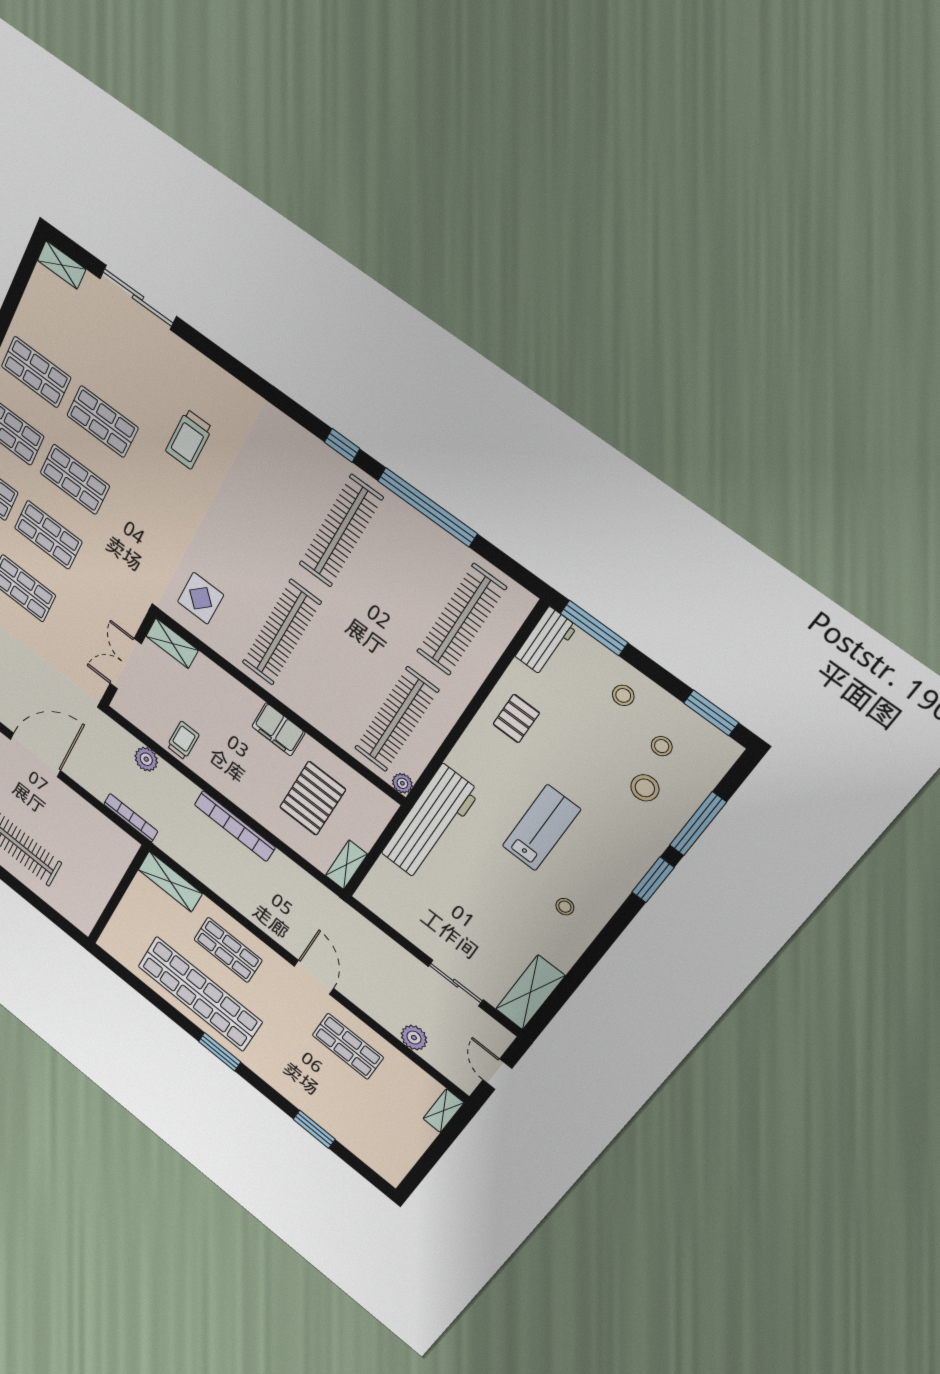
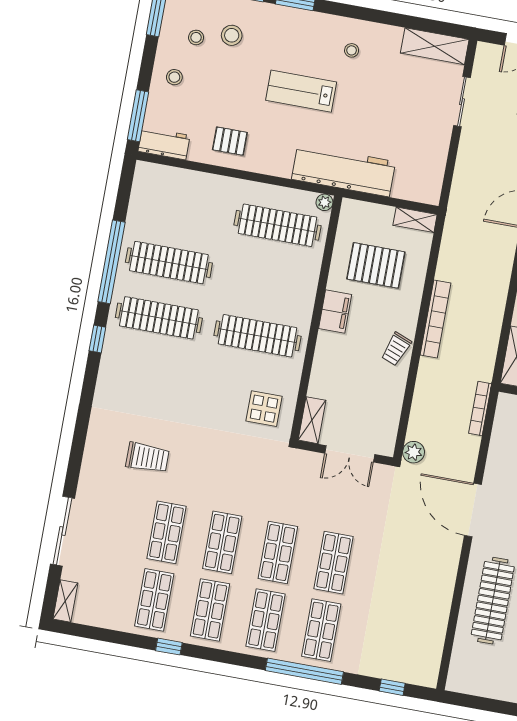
clothes rail: (461, 620) -> (169, 263), moved
trolley: (183, 741) -> (396, 349), moved, turned -69
plant: (146, 759) -> (414, 452), moved

